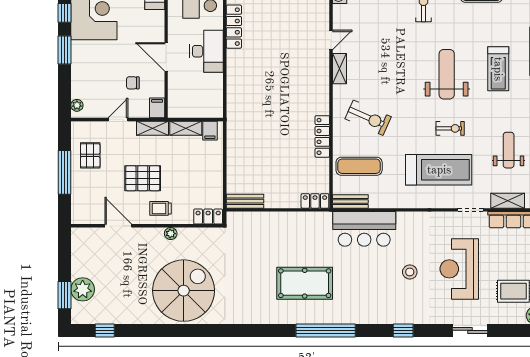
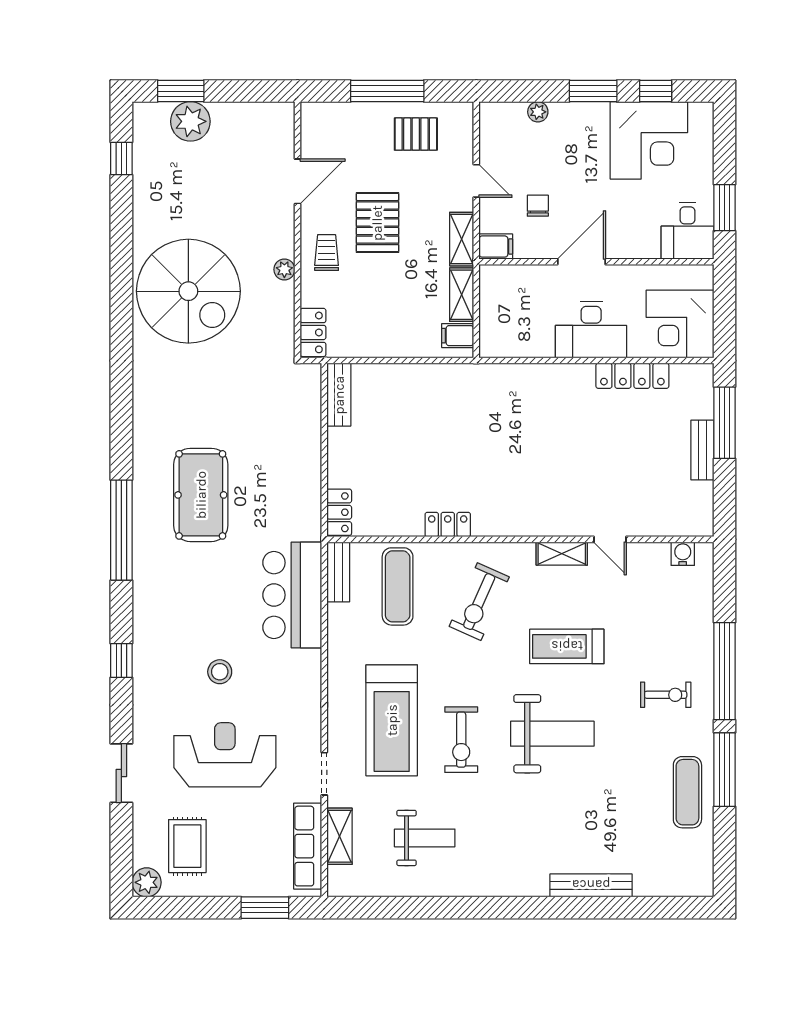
treadmill: (498, 69) -> (567, 646), moved
plant: (77, 105) -> (538, 112), moved
exercise bike: (450, 128) -> (461, 740), width x1.38, depth x1.39
locker: (322, 136) -> (448, 525), width x0.66

